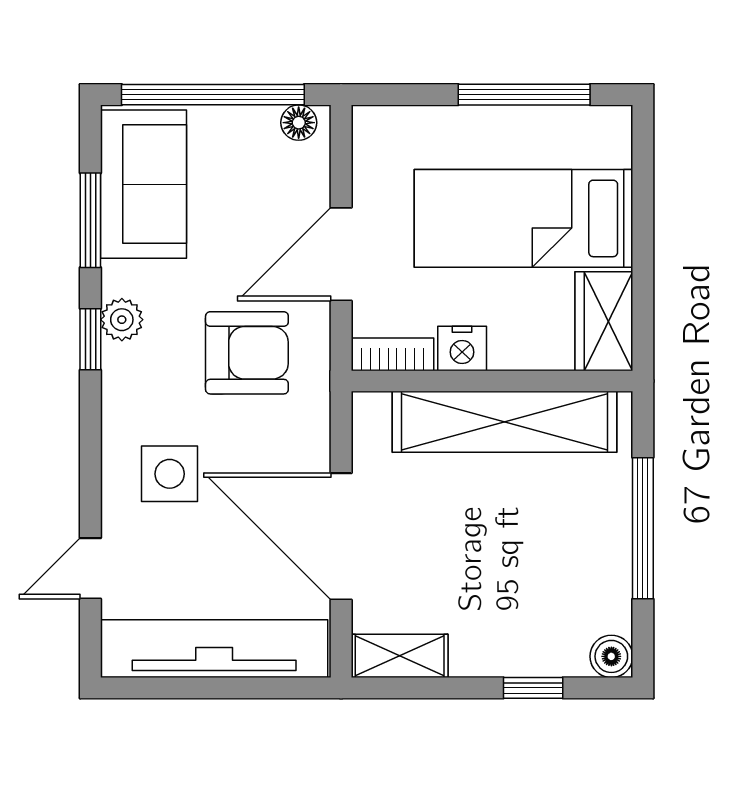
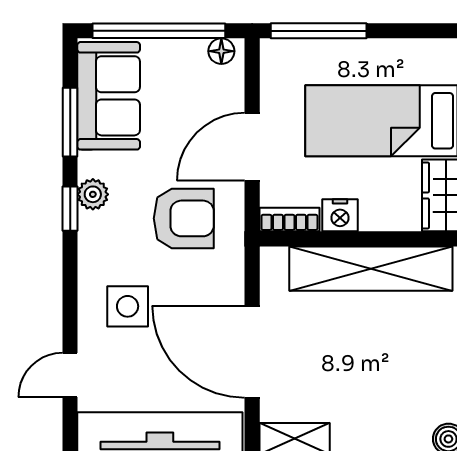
window: (524, 95) -> (319, 31), moved

